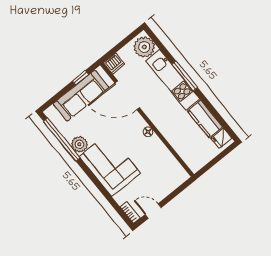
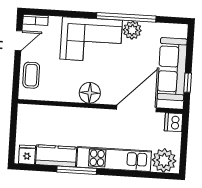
window: (185, 76) -> (77, 170), moved
floor lamp: (148, 132) -> (90, 93), width x1.89, depth x1.89
window: (62, 140) -> (126, 17), moved
coffee table: (168, 182) -> (31, 75), added

